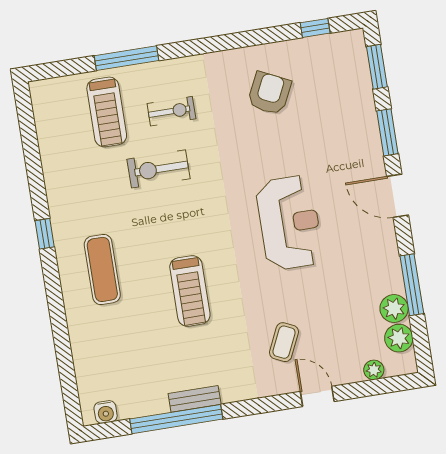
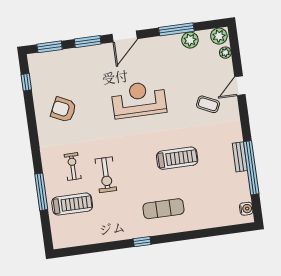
plant: (399, 338) -> (219, 36), moved

